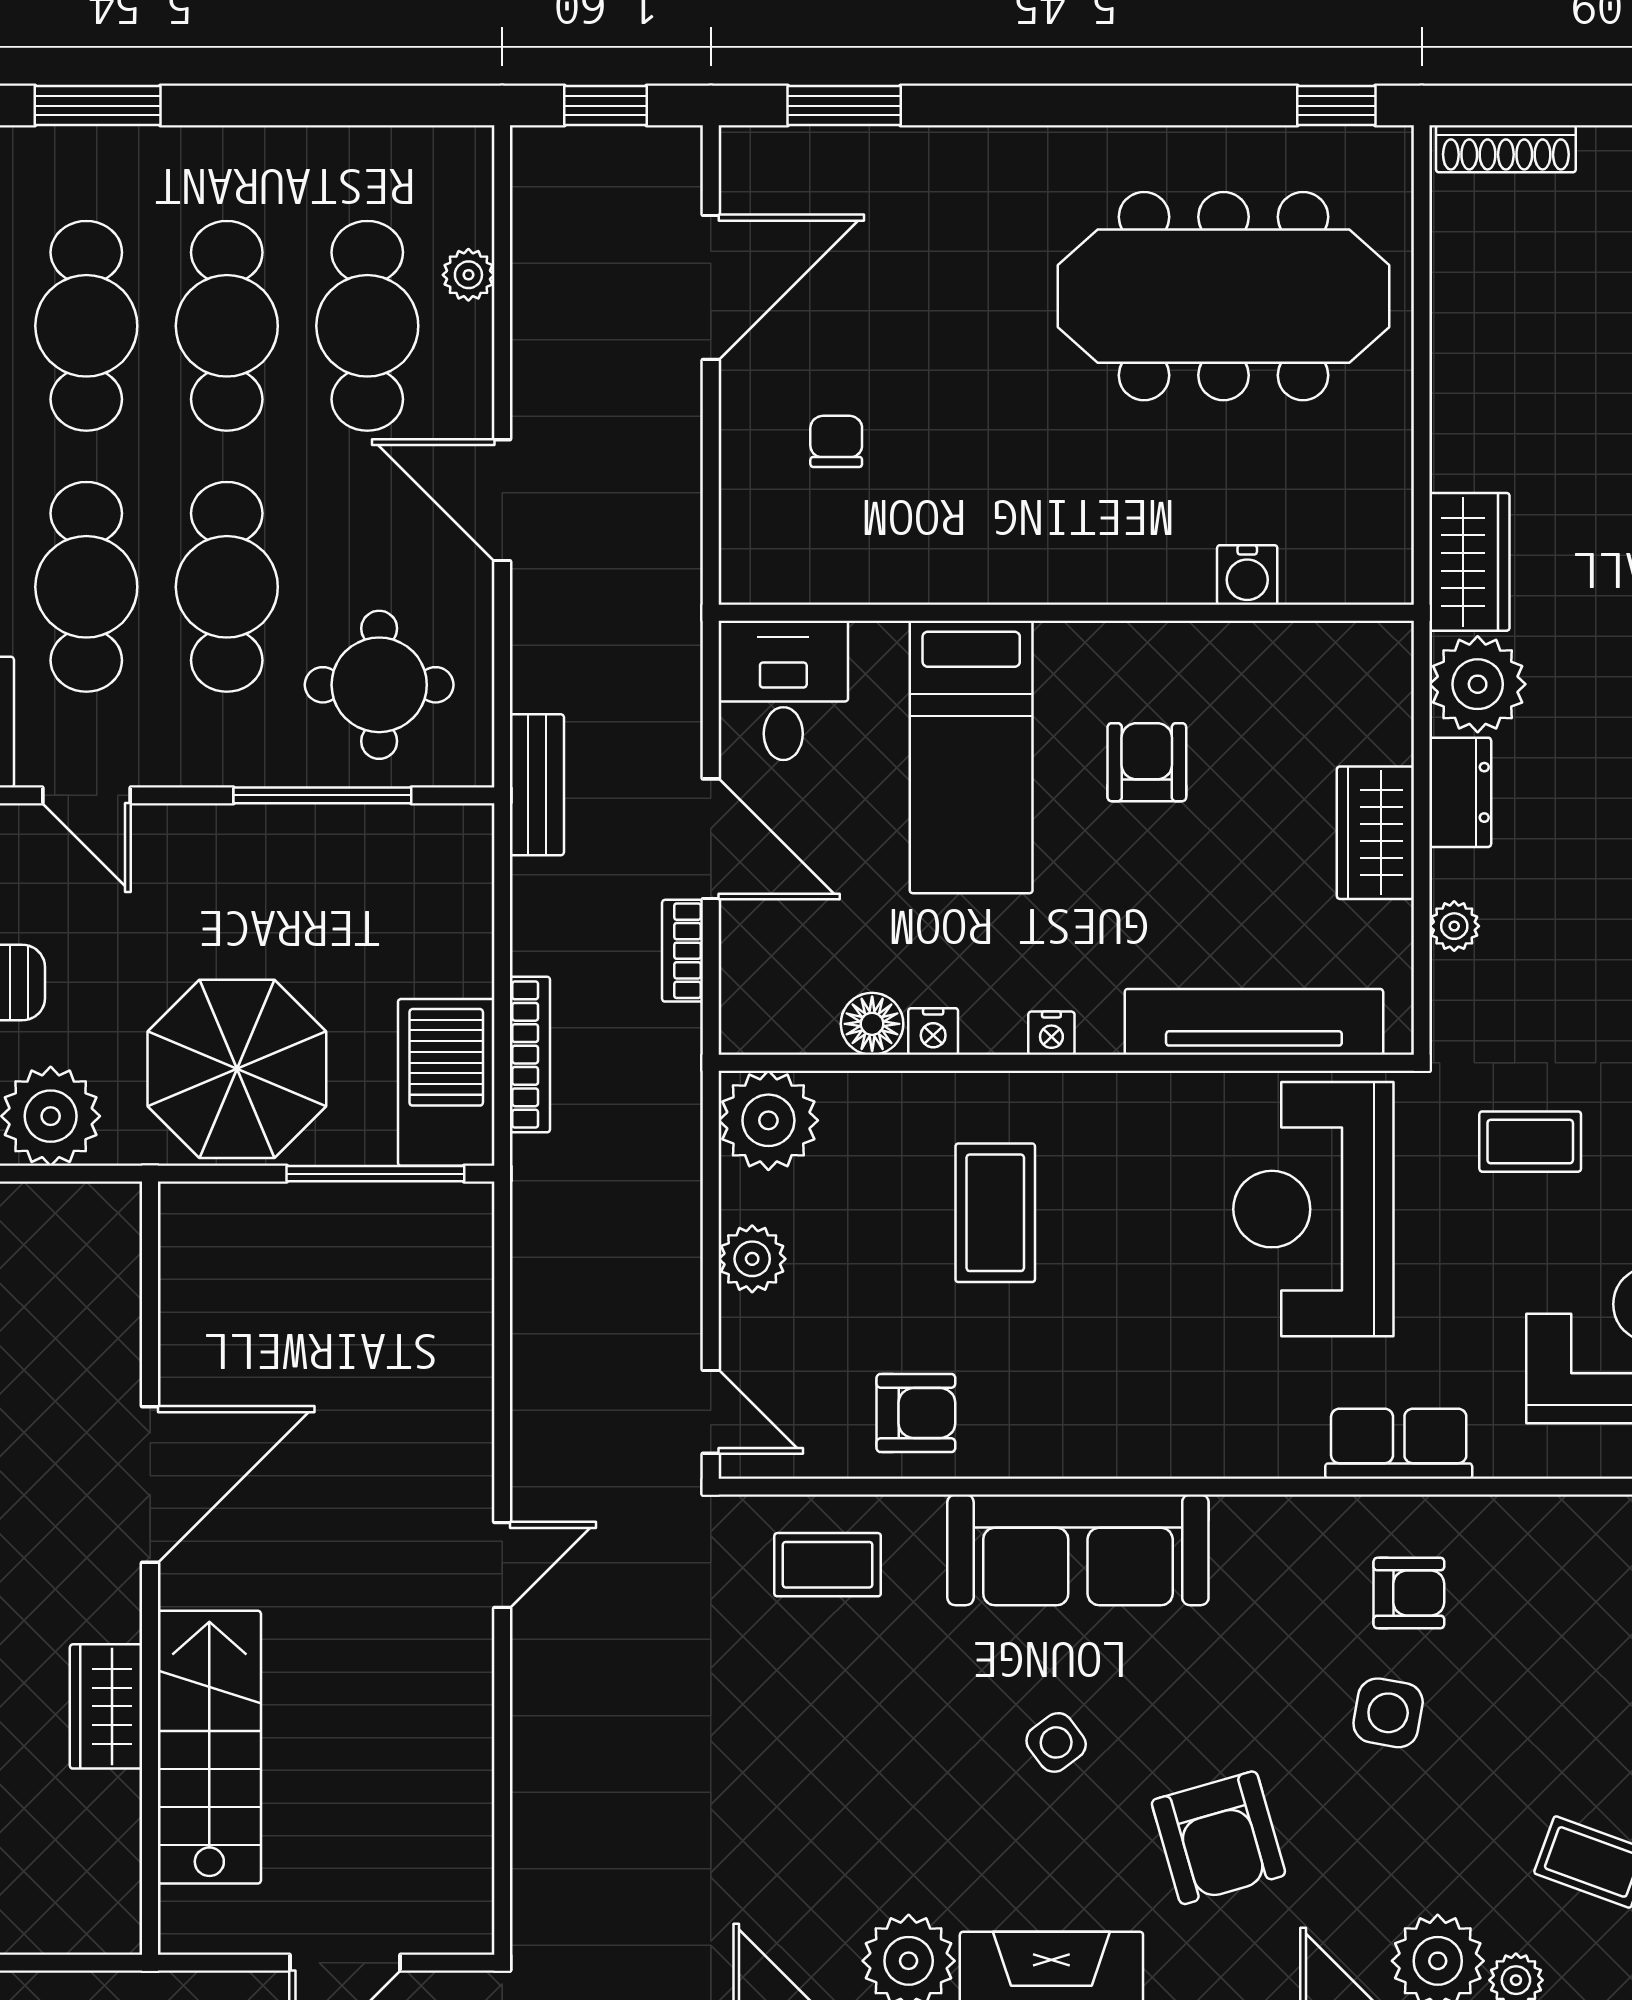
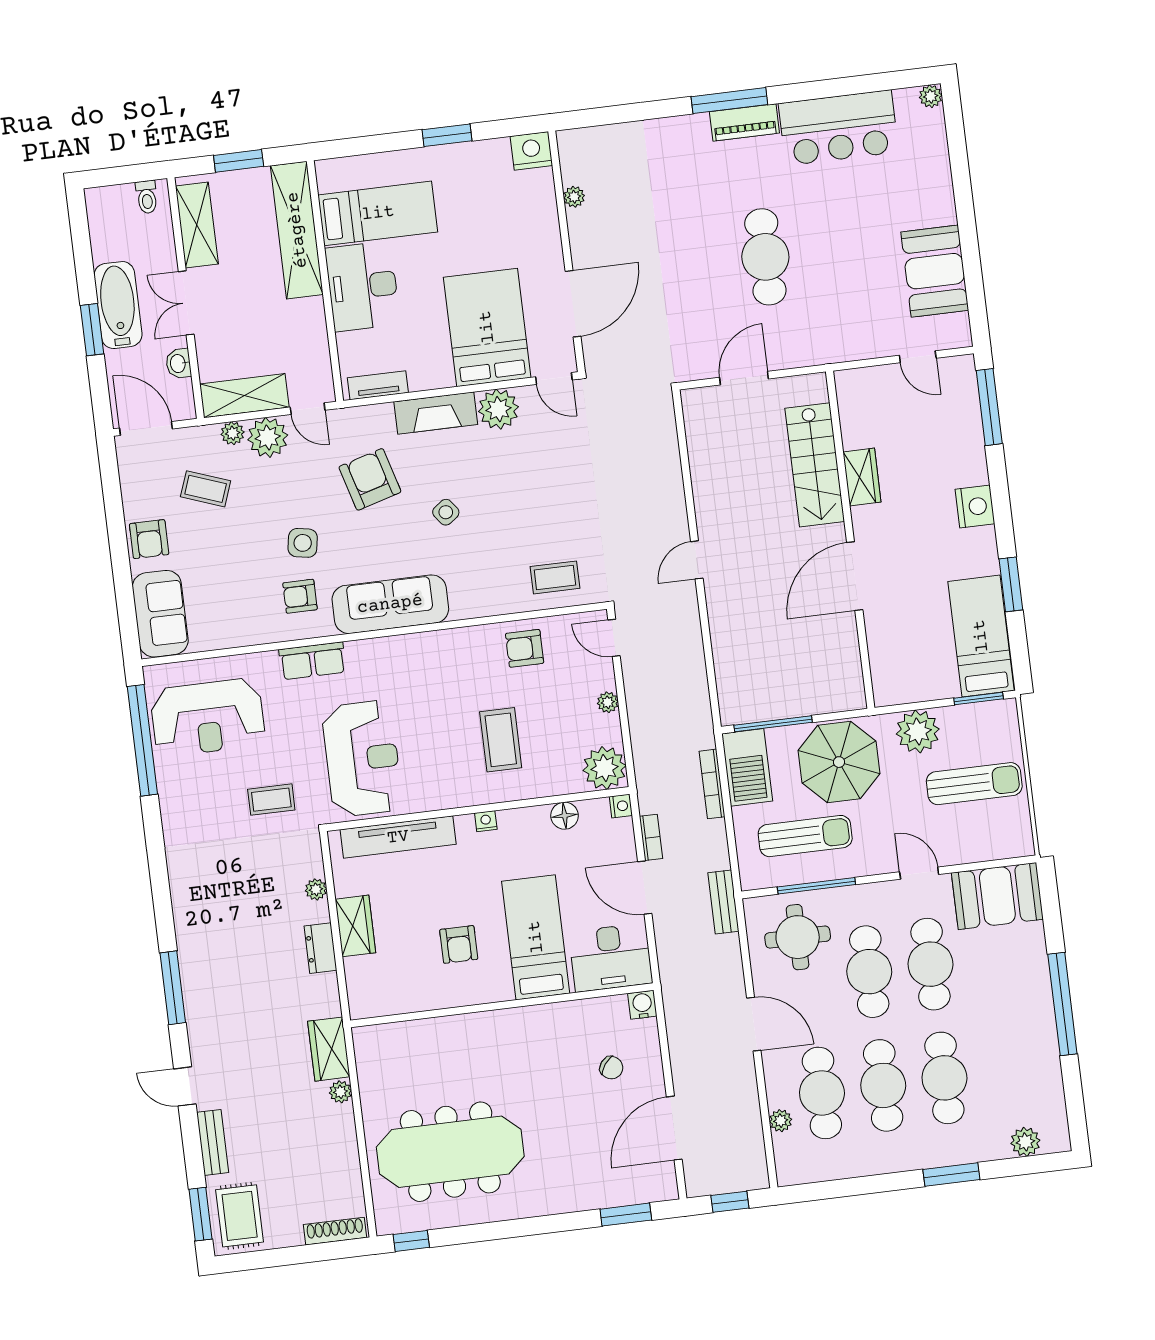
chair: (836, 441) -> (611, 1068), turned -53
water cooler: (1247, 575) -> (642, 1005), moved
plant: (1478, 684) -> (340, 1092), moved, width x0.53, depth x0.53
desk: (783, 690) -> (611, 958), width x1.37
sun lounger: (334, 911) -> (805, 836), added
nightstand: (933, 1032) -> (621, 806), moved, turned 90
plant: (752, 1259) -> (608, 702), width x0.73, depth x0.73
sofa: (1078, 1550) -> (390, 604), moved

